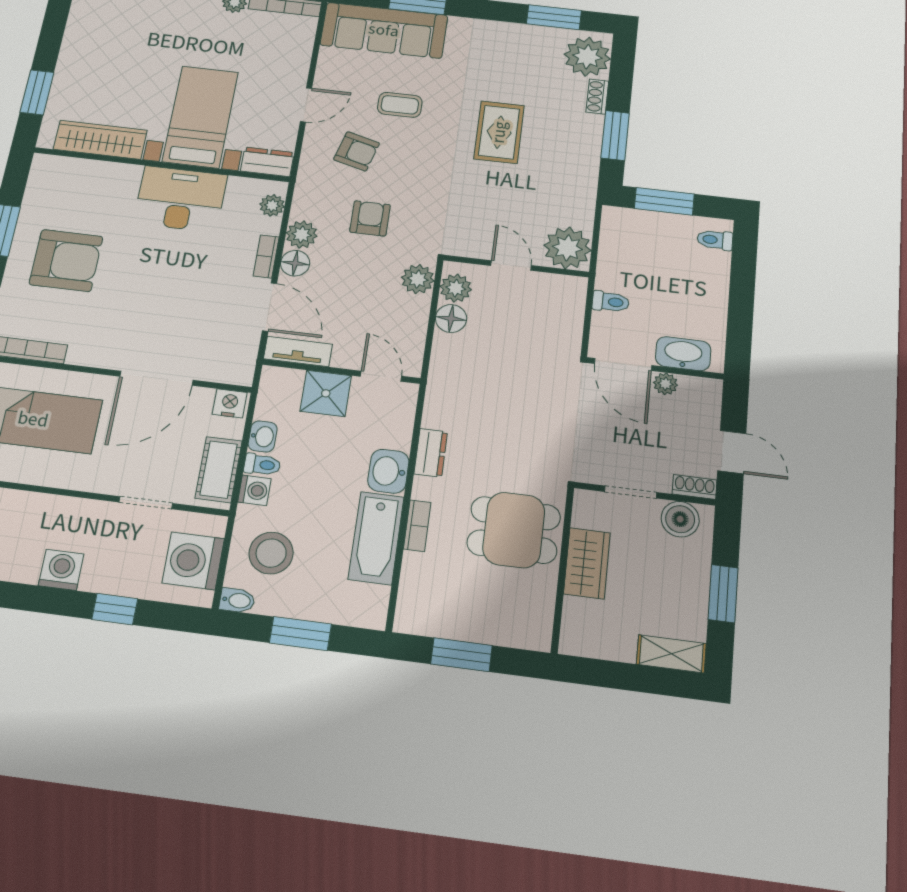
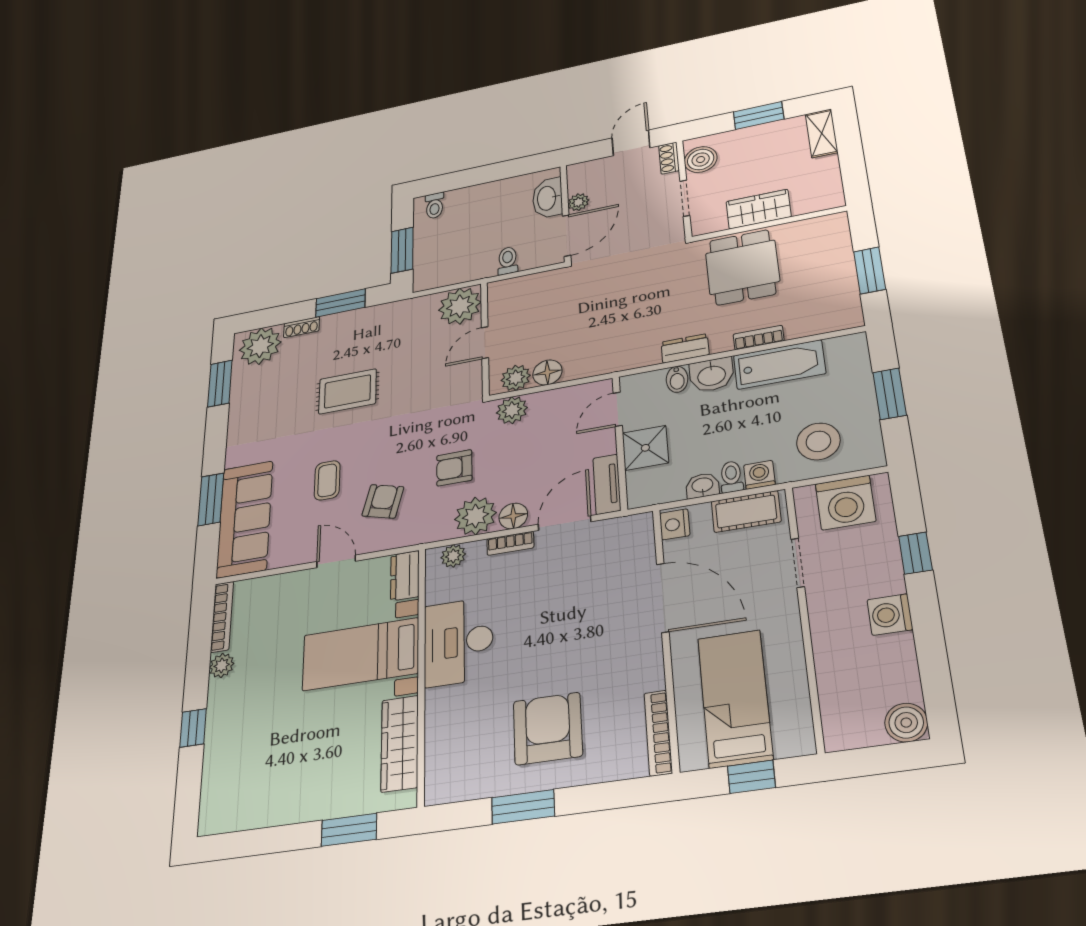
plant: (302, 235) -> (475, 516), width x1.36, depth x1.36
bidet: (237, 600) -> (677, 379), moved, turned 180

